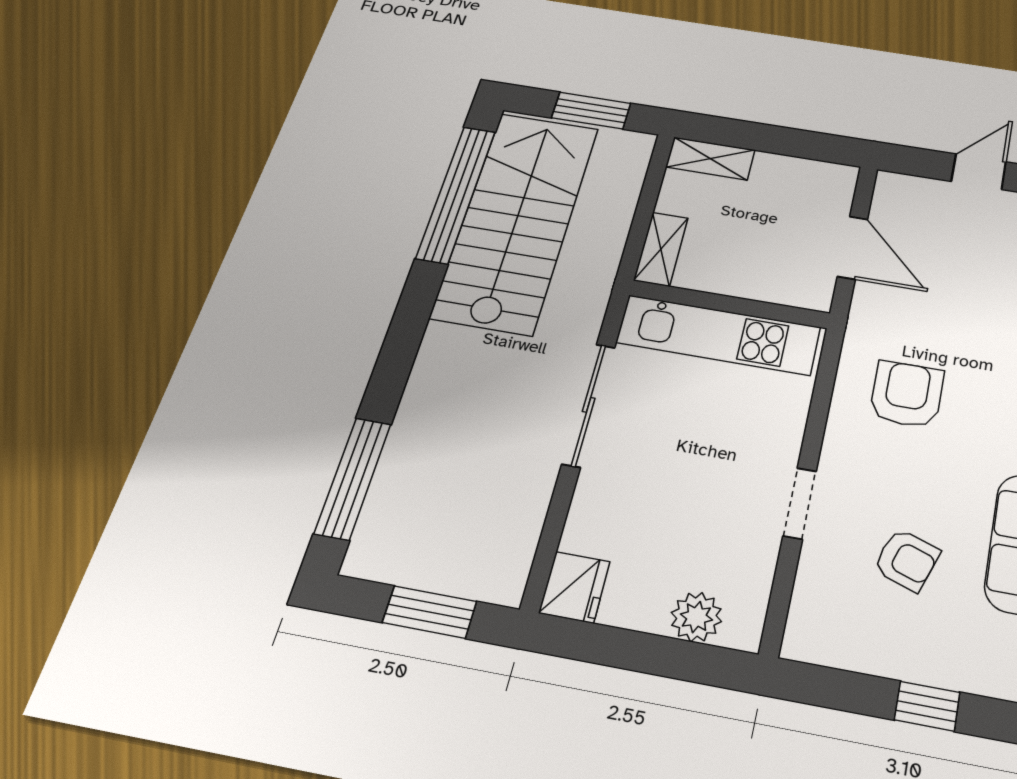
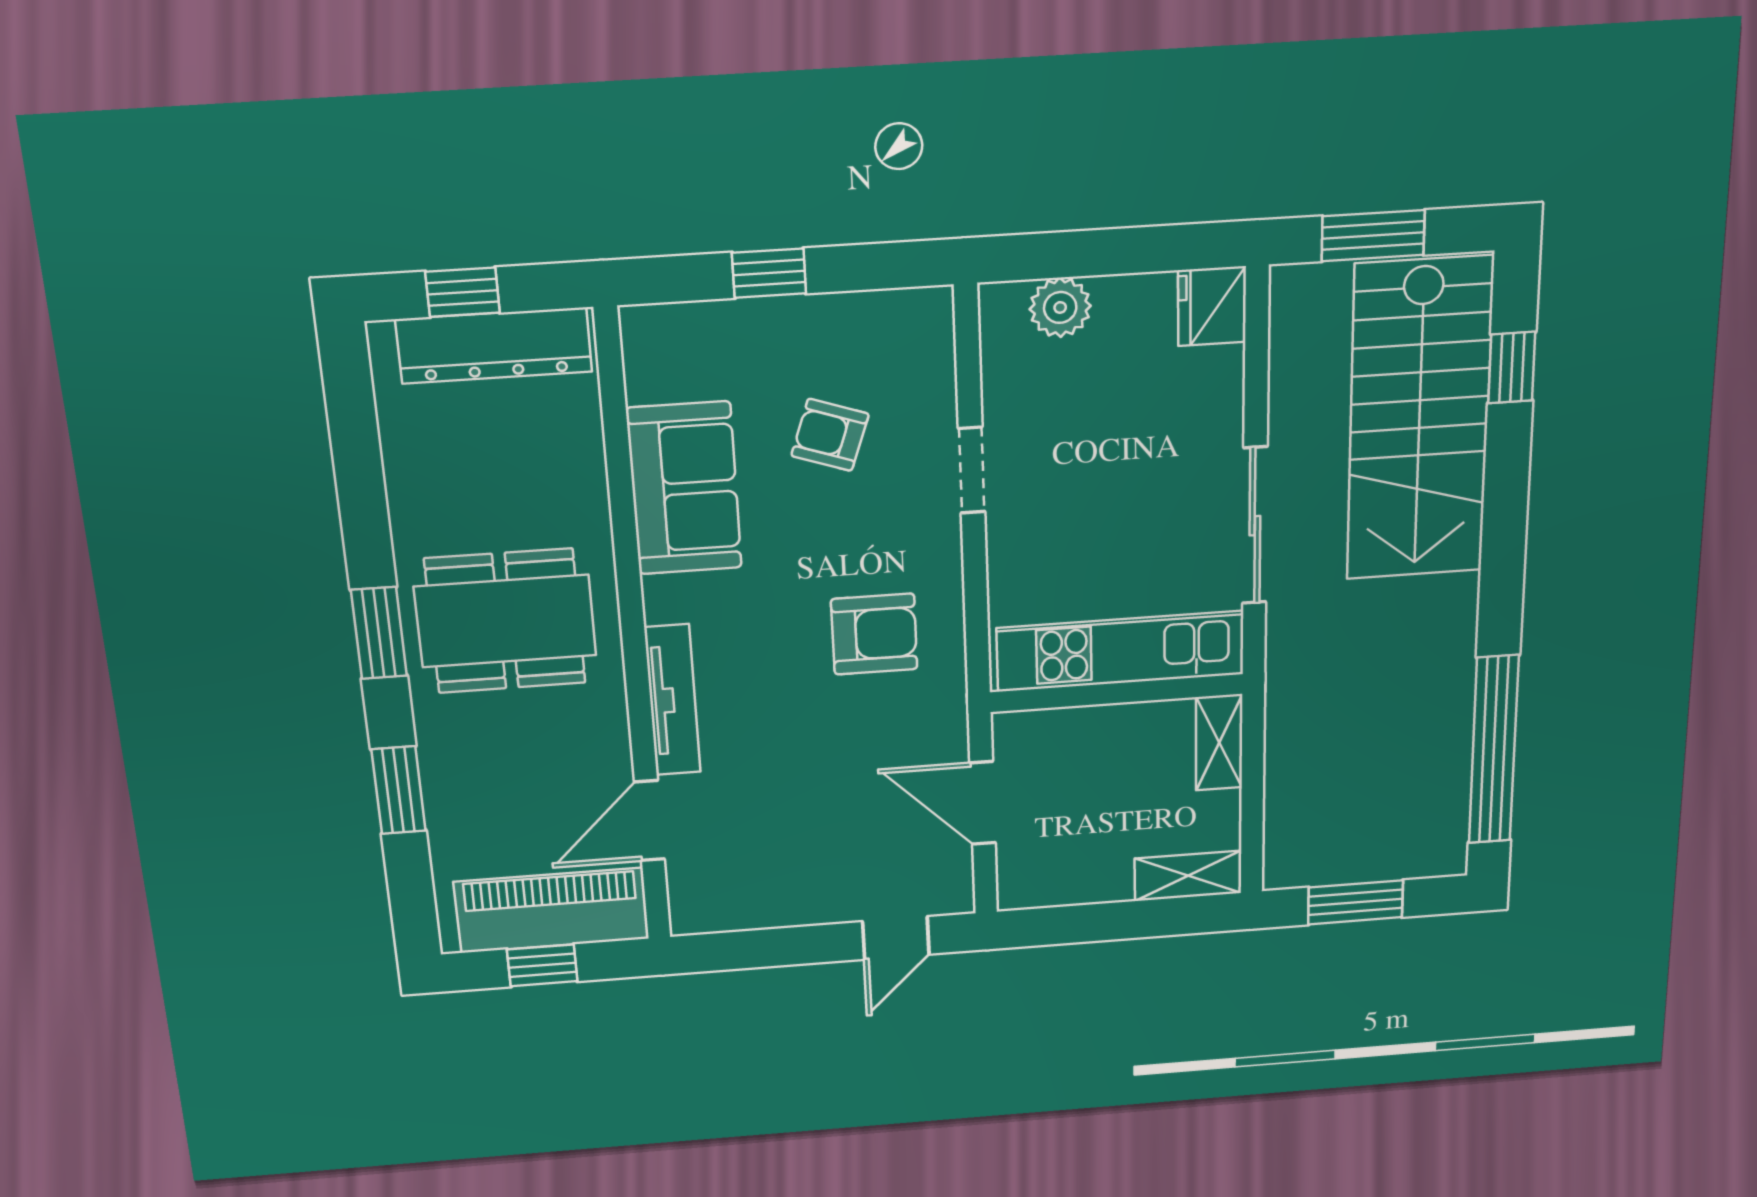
door: (979, 172) -> (896, 938), moved
stairs: (516, 221) -> (1419, 420), moved
armchair: (907, 394) -> (874, 634), turned -90
window: (353, 478) -> (1512, 368), width x0.46

